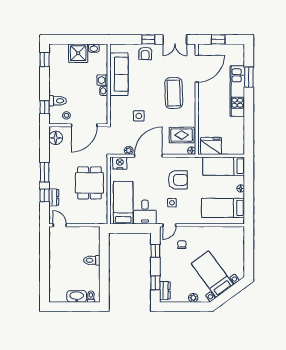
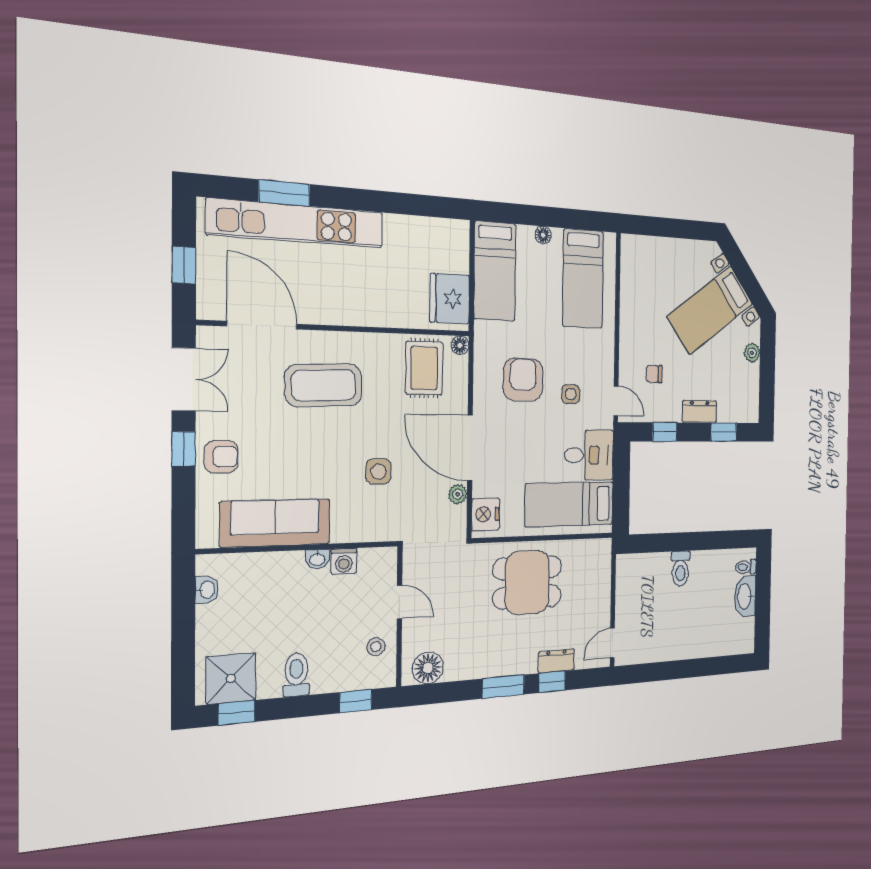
shower: (78, 53) -> (231, 678), moved
washing machine: (102, 80) -> (344, 561), moved
kitchen unit: (237, 91) -> (296, 223), width x1.36
toilet: (58, 101) -> (296, 675), moved
door: (84, 125) -> (399, 602), width x0.53
dresser: (165, 290) -> (699, 412), moved

